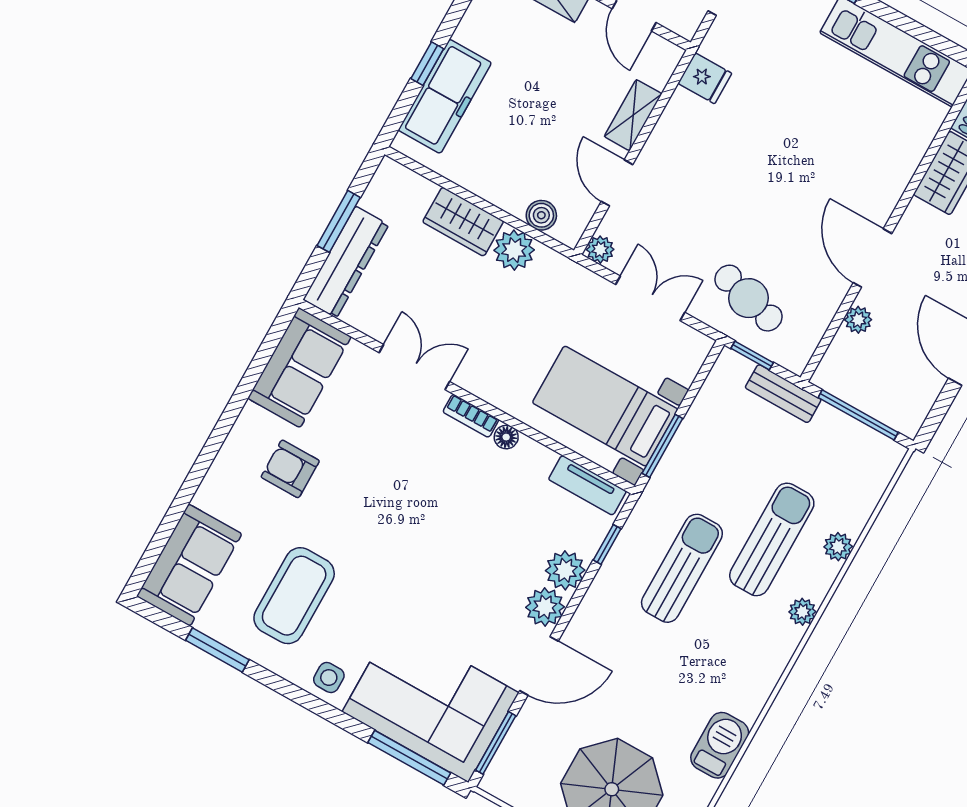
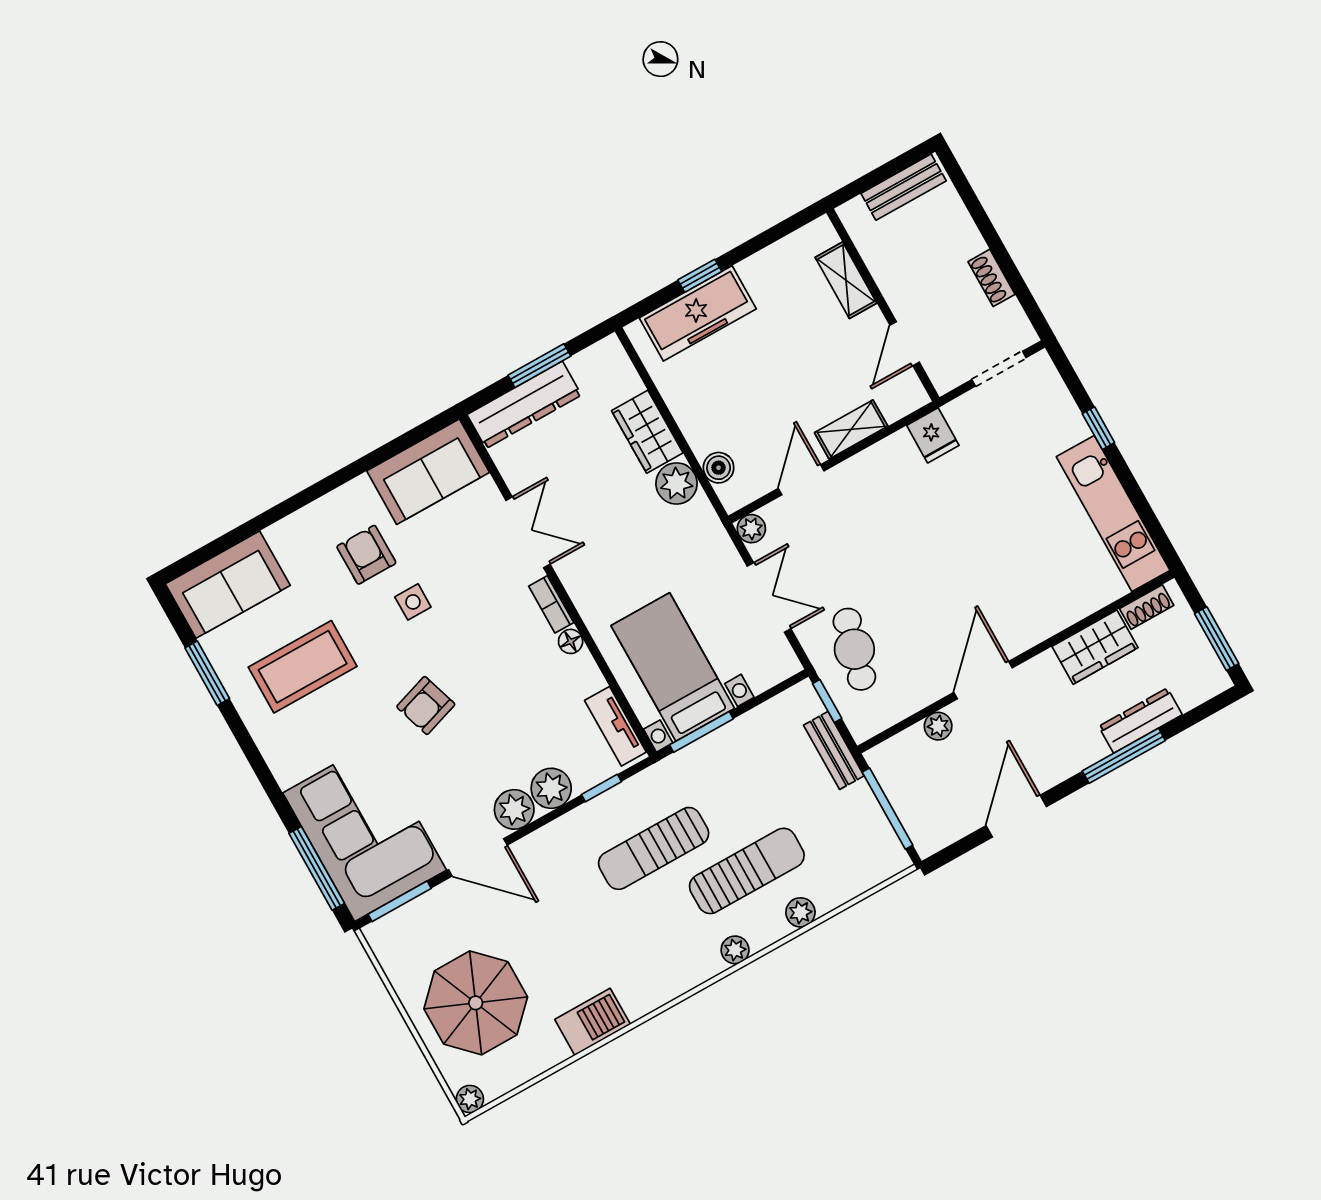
armchair: (417, 565) -> (426, 705), added
sun lounger: (682, 568) -> (654, 848), turned 180
side table: (329, 678) -> (413, 602), moved

